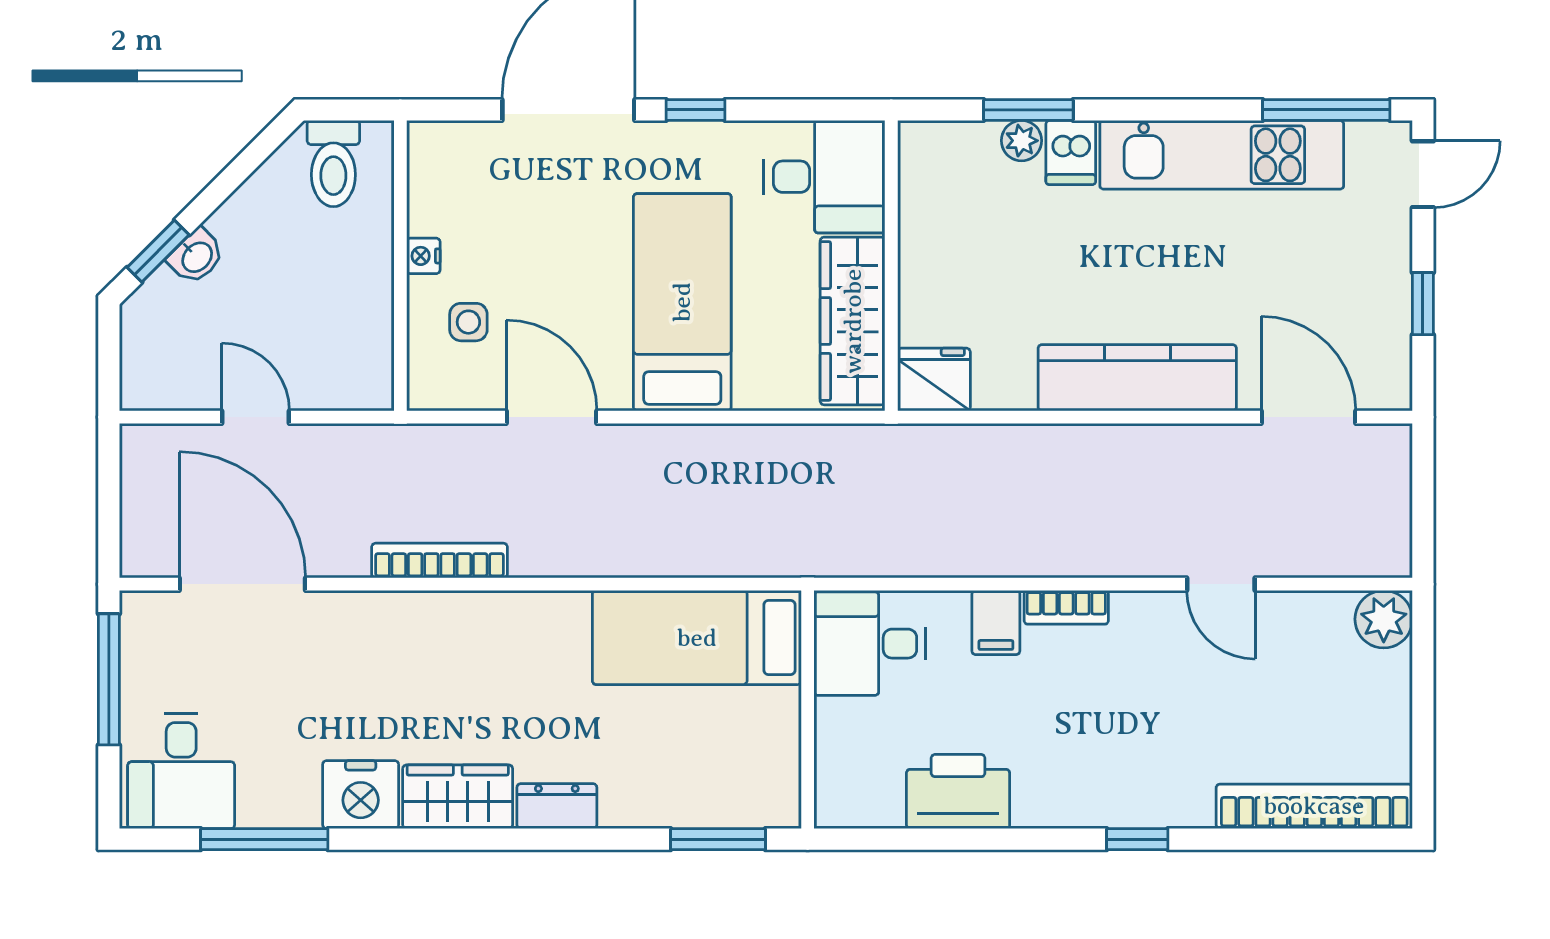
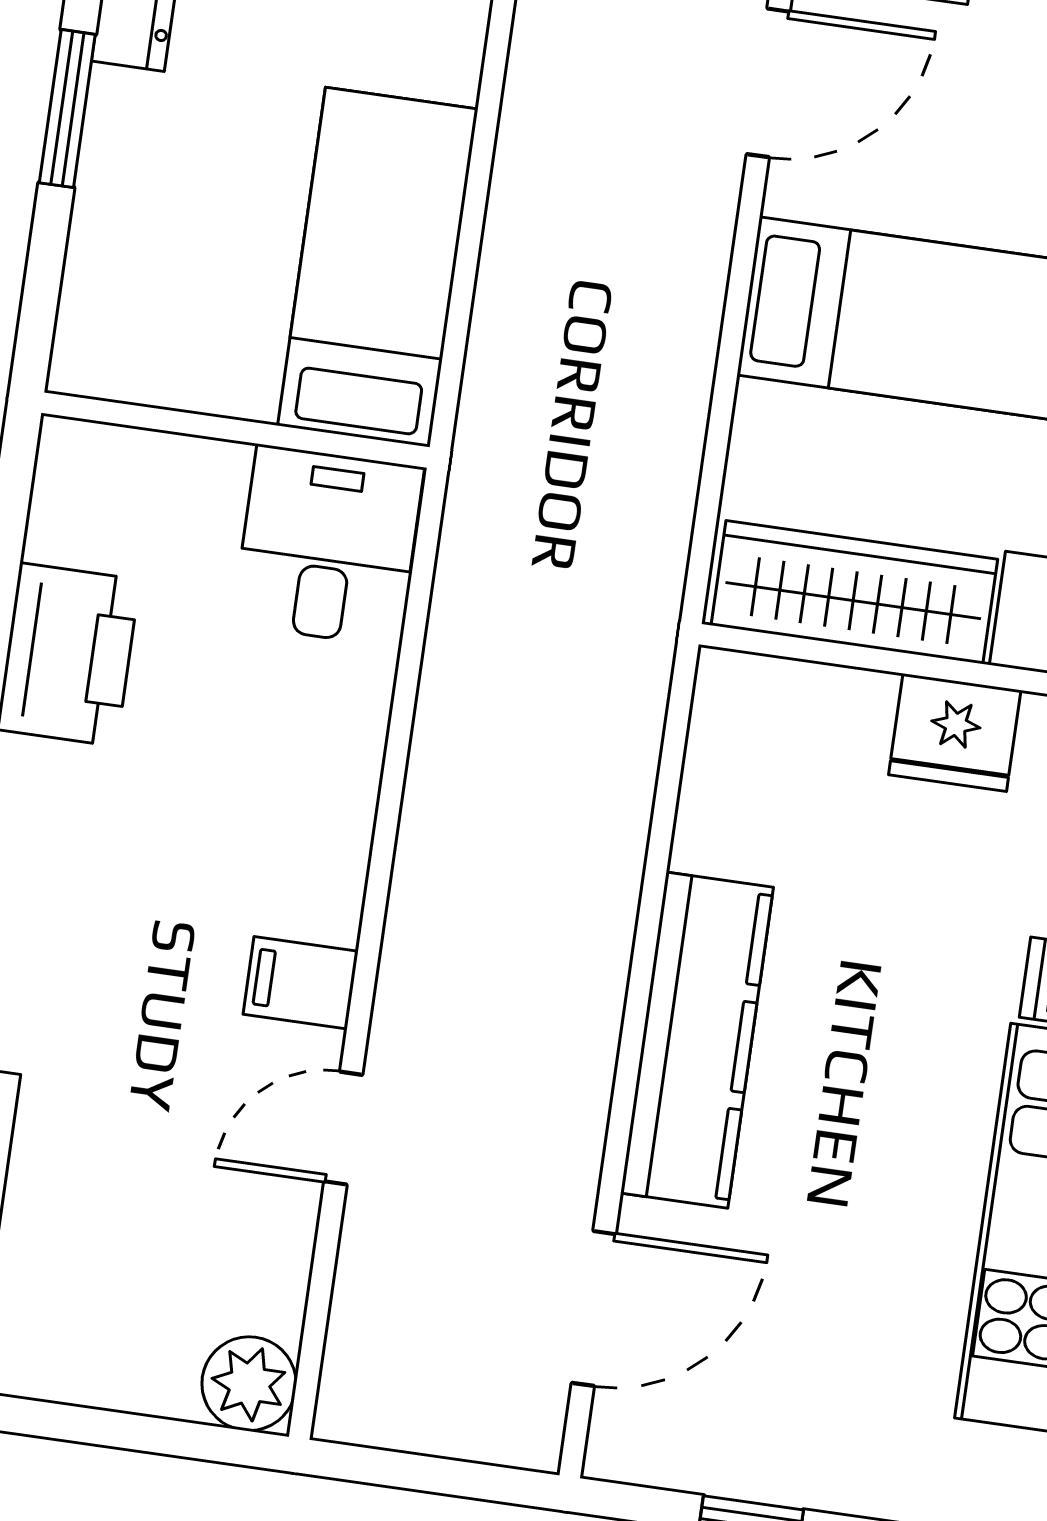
fridge: (934, 379) -> (955, 733), moved, turned 90
bookcase: (1066, 607) -> (341, 872), removed
filing cabinet: (996, 623) -> (301, 983), moved
window: (718, 839) -> (67, 109), moved

